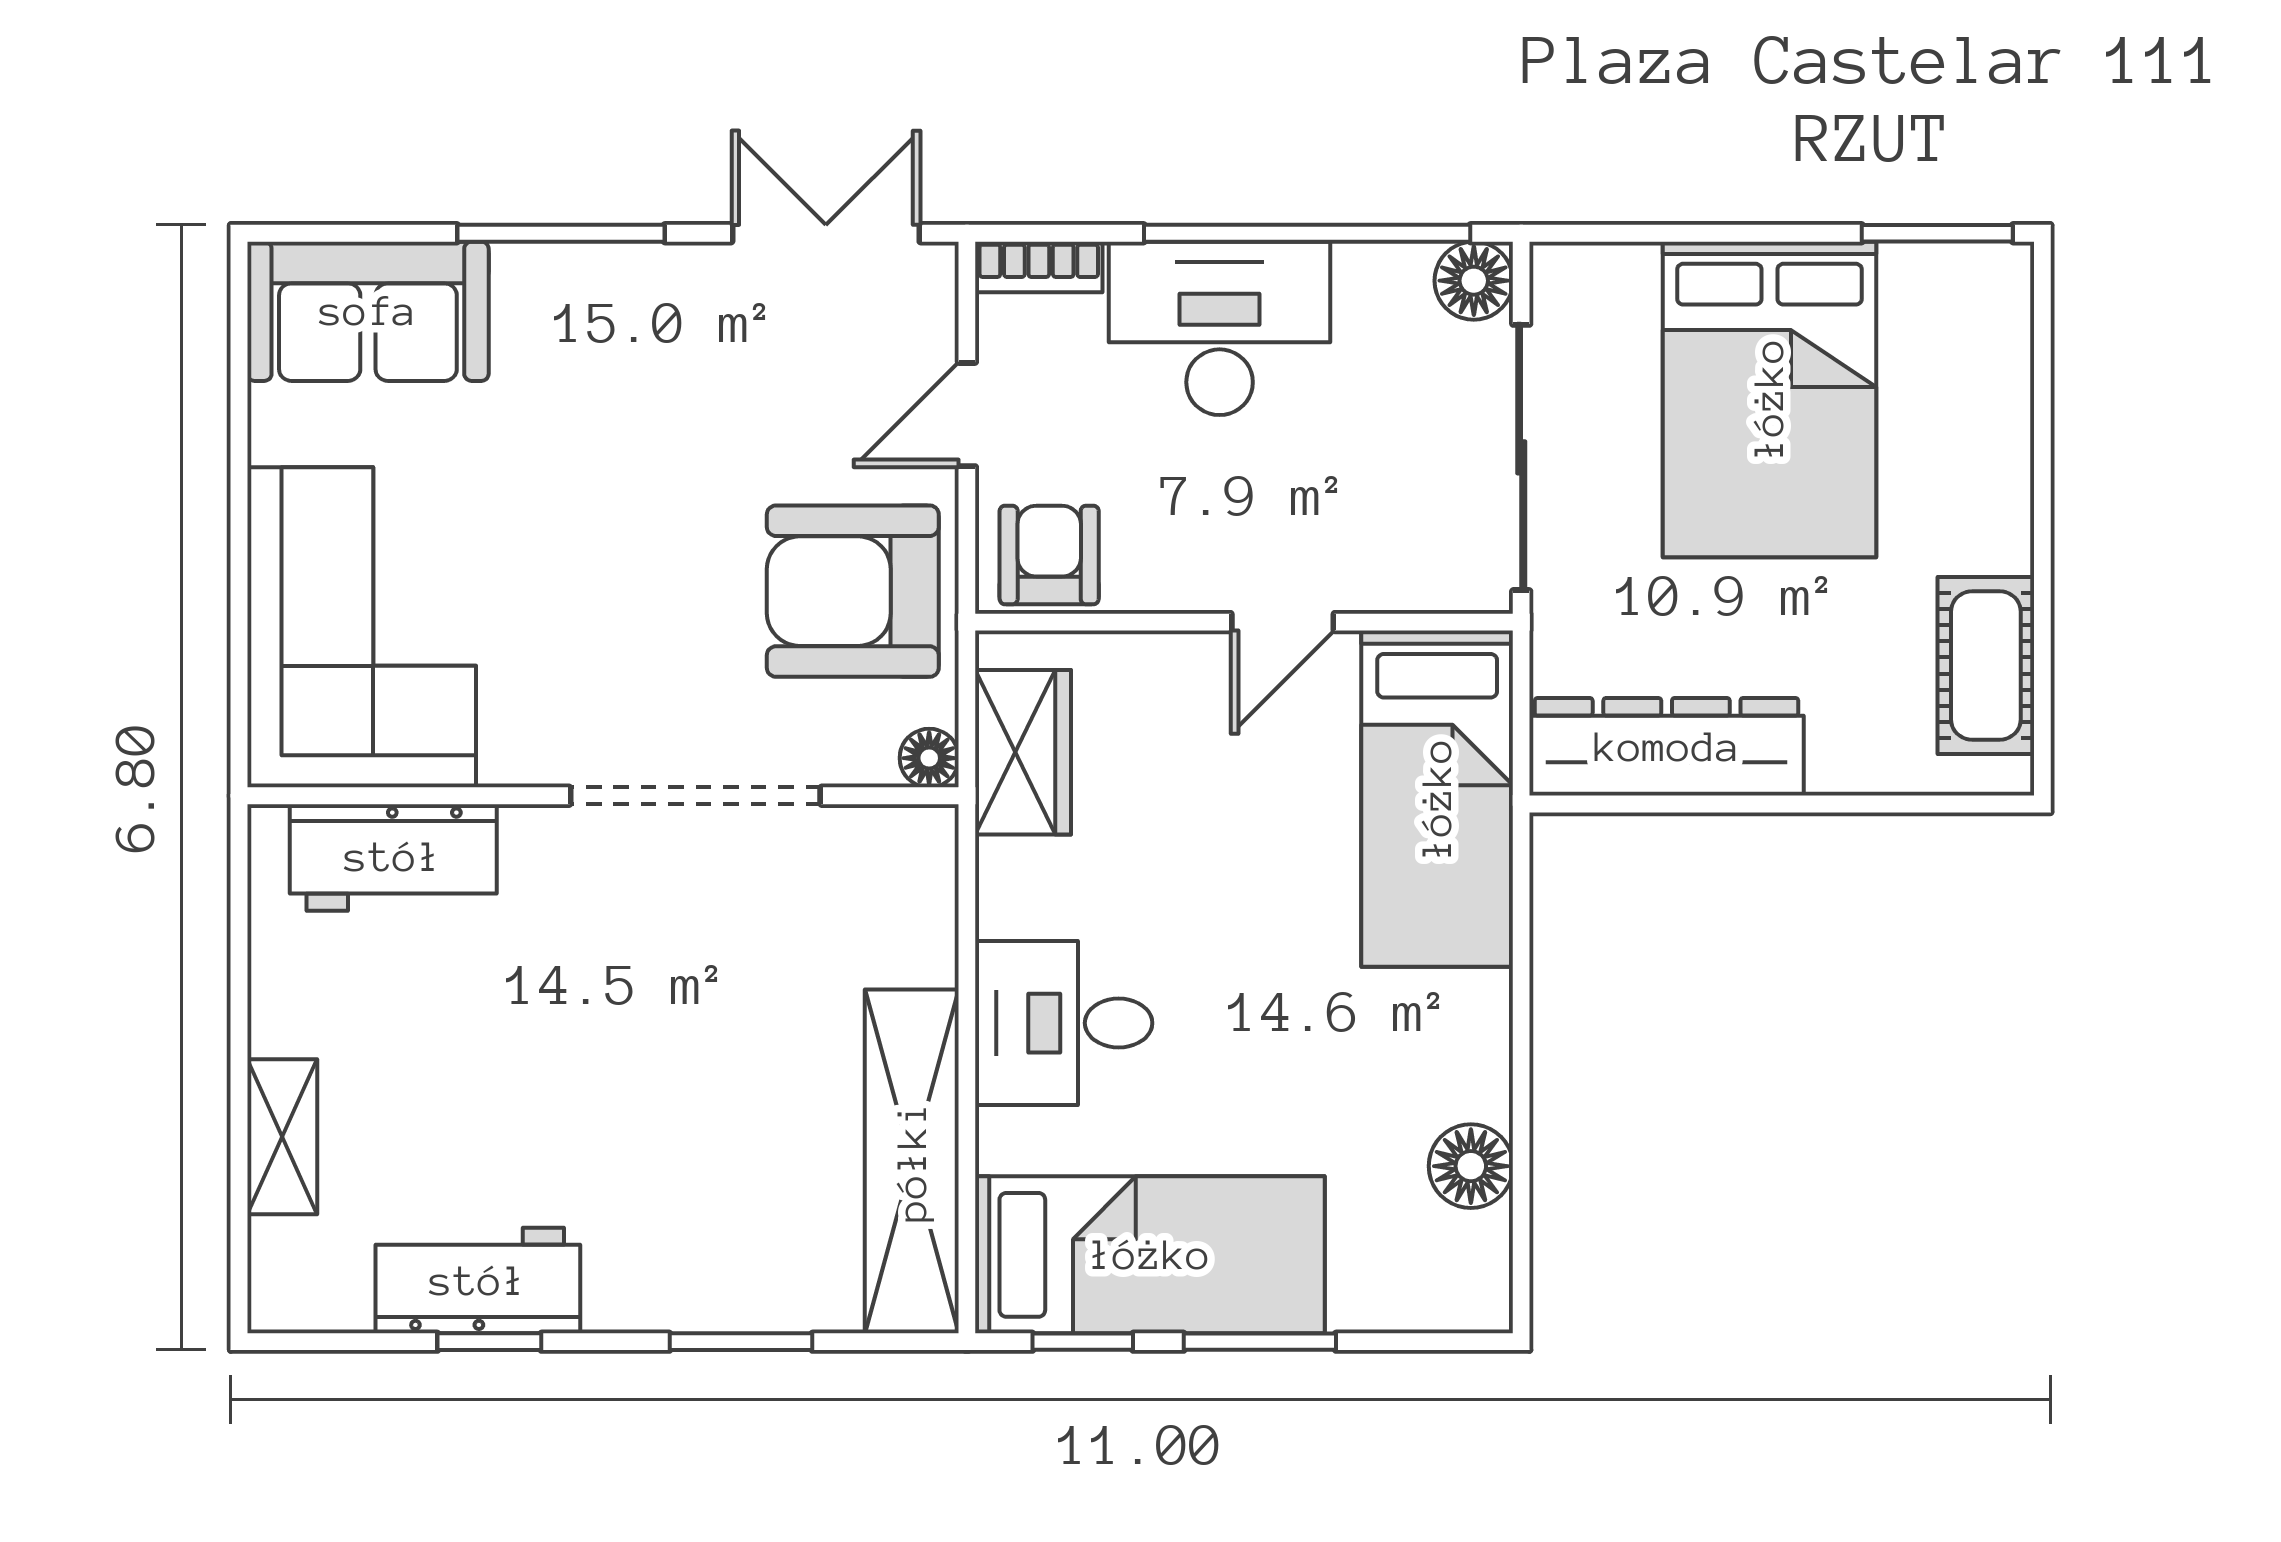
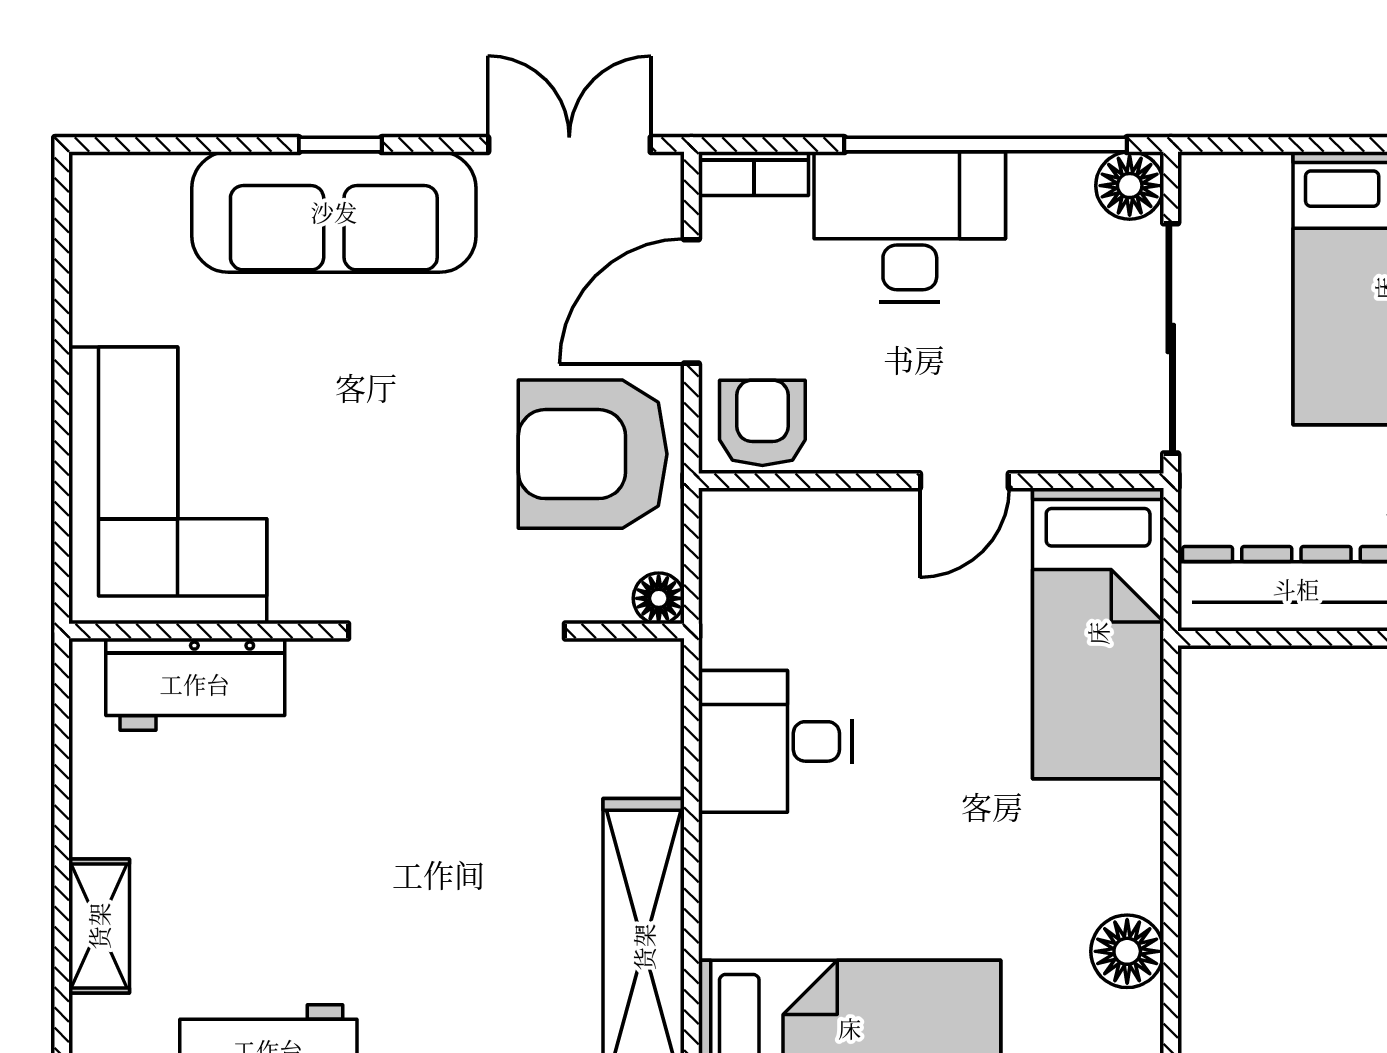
window: (561, 233) -> (340, 145), width x0.46
sofa: (368, 311) -> (334, 212), moved, width x1.36
door: (967, 415) -> (691, 301), width x1.38
wardrobe: (1023, 752) -> (740, 593), removed
desk: (1064, 1023) -> (775, 741), moved

